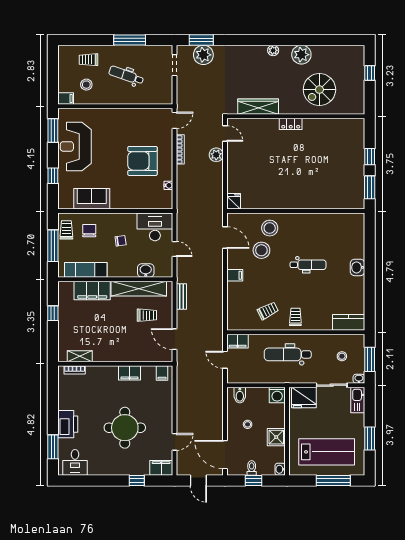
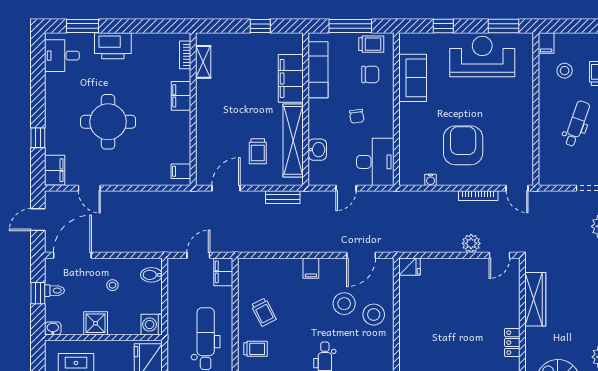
filing cabinet: (129, 373) -> (181, 96), moved

